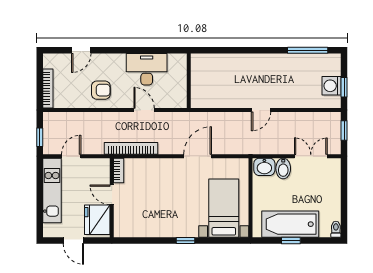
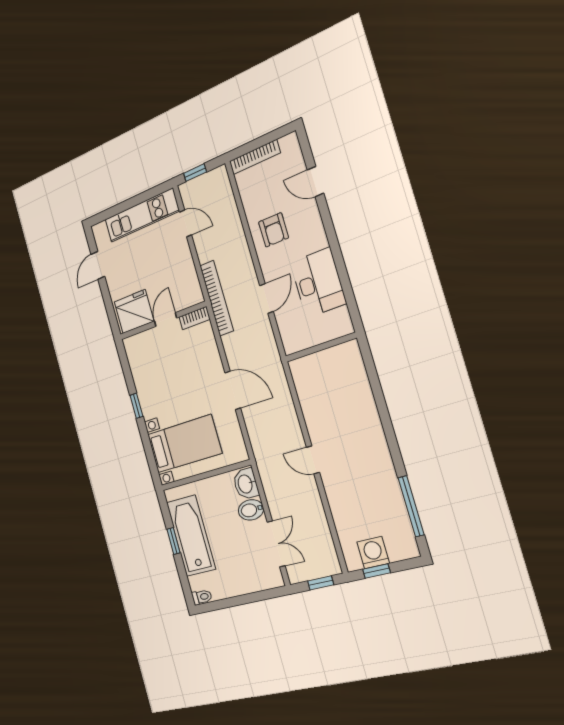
bookcase: (119, 170) -> (195, 318), moved
door: (112, 195) -> (166, 320), moved
wall: (112, 198) -> (162, 321), moved
fridge: (97, 220) -> (134, 311), moved

